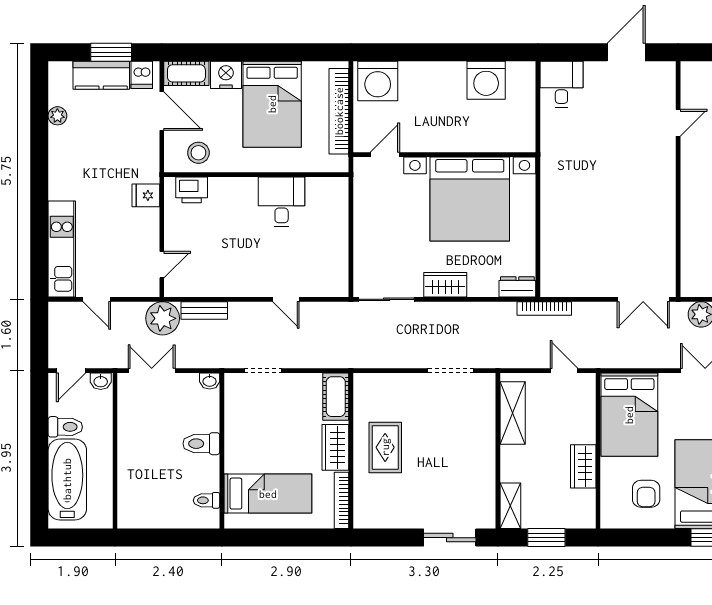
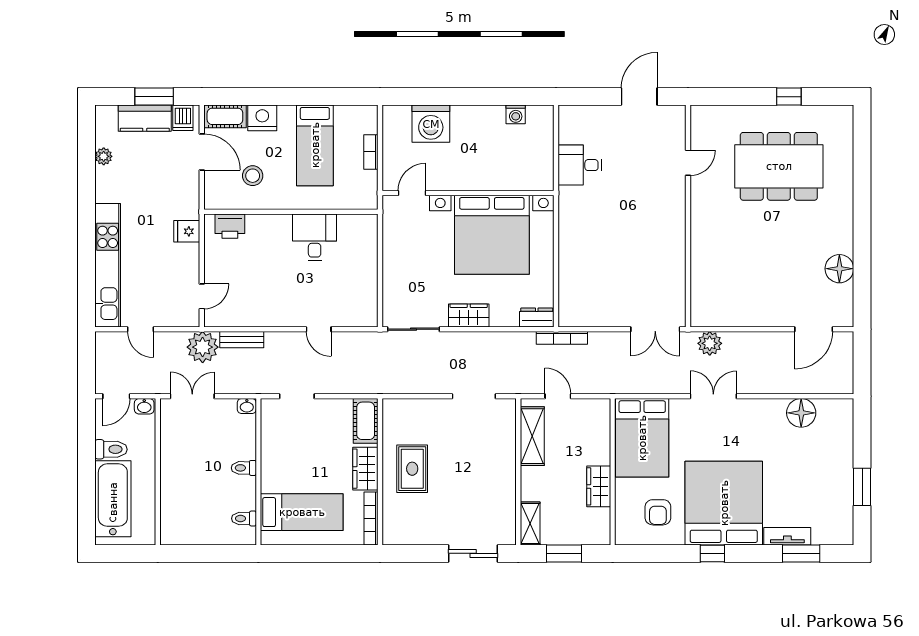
washing machine: (486, 80) -> (516, 114), width x0.53, depth x0.53
washing machine: (378, 81) -> (431, 124), moved
desk: (561, 84) -> (580, 165), moved, turned -90
bed: (272, 104) -> (315, 145), width x0.67
bookcase: (339, 111) -> (371, 152), width x0.43, depth x0.76
stool: (198, 153) -> (253, 176), moved
kitchen unit: (62, 249) -> (108, 265), width x1.36
door: (564, 371) -> (558, 396), moved
toilet: (201, 444) -> (244, 468), width x0.73, depth x0.72

